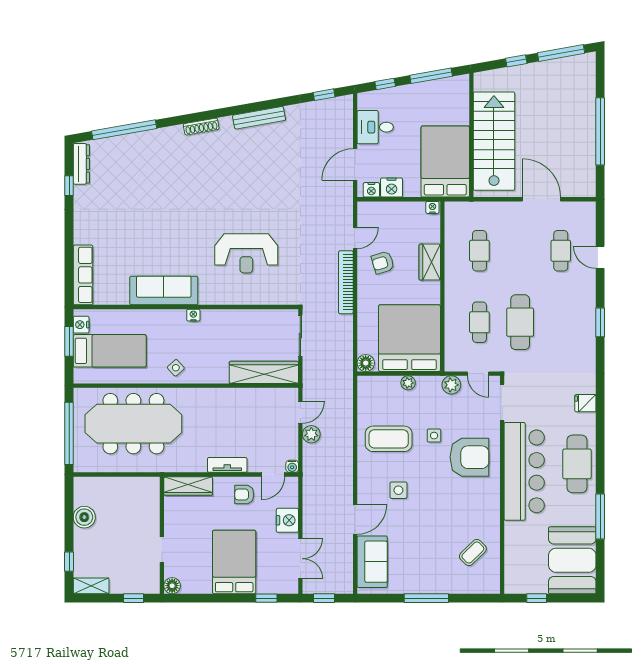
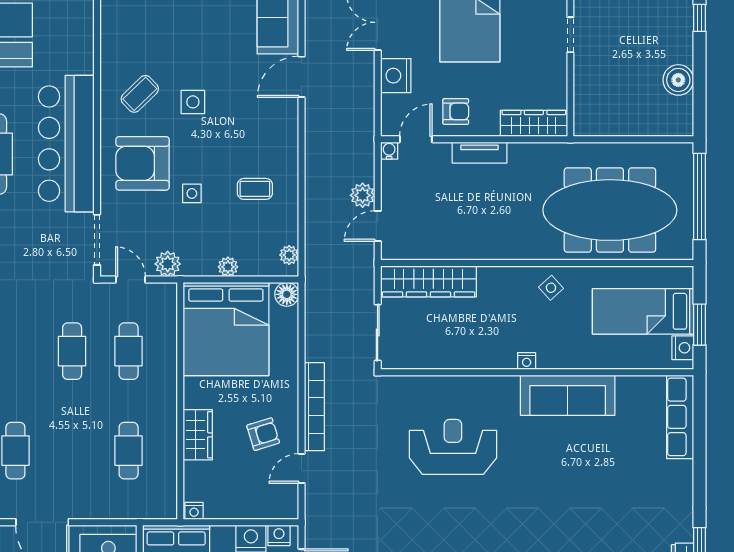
cafe table: (520, 322) -> (72, 351), width x0.73, depth x0.74
plant: (364, 391) -> (289, 255), added
coffee table: (389, 439) -> (255, 189), width x0.54, depth x0.58
side table: (398, 490) -> (193, 102), moved
coffee table: (473, 553) -> (140, 94), moved

